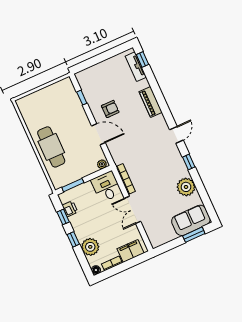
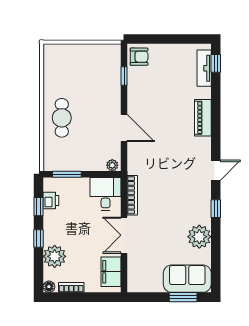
armchair: (110, 109) -> (139, 57), moved
cafe table: (51, 147) -> (62, 118), width x0.73, depth x0.74
filing cabinet: (131, 251) -> (111, 272), moved, turned -90

